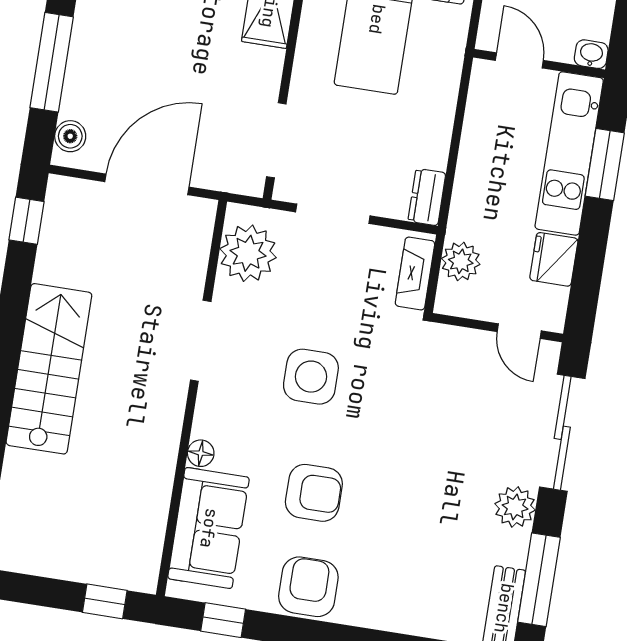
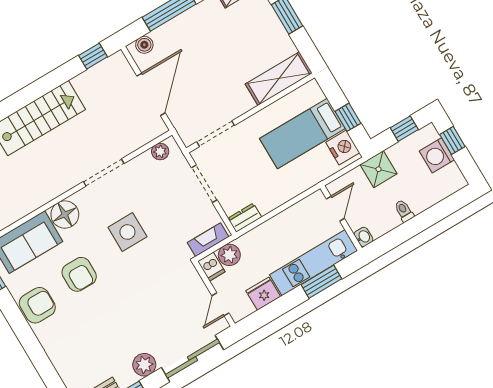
door: (147, 184) -> (151, 94), hinge flipped
plant: (248, 253) -> (160, 151), width x0.53, depth x0.53
dishwasher: (456, 300) -> (211, 267), added
floor lamp: (201, 453) -> (65, 215), width x1.89, depth x1.89

